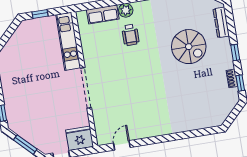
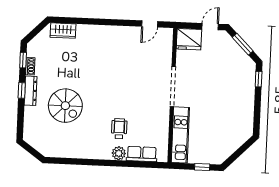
dresser: (221, 22) -> (31, 91), moved
spiral stairs: (189, 47) -> (65, 106), turned 180
wardrobe: (207, 121) -> (63, 31), added

